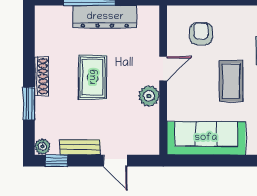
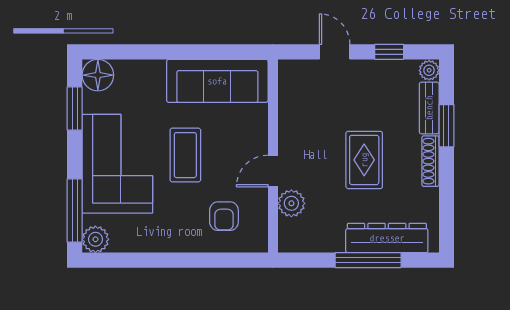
dresser: (105, 17) -> (387, 238), moved
plant: (149, 96) -> (291, 203), moved
bench: (80, 147) -> (429, 108), moved, turned 90
window: (56, 161) -> (389, 52), moved

